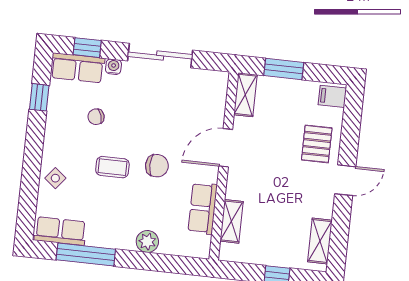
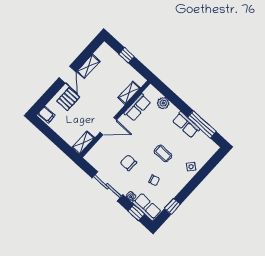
window: (284, 69) -> (59, 142), removed
chair: (157, 166) -> (128, 163), moved
door: (345, 180) -> (67, 75), swing flipped
row of seats: (60, 231) -> (186, 125), moved
plant: (147, 241) -> (163, 103), moved
shelving: (320, 241) -> (88, 66), moved

